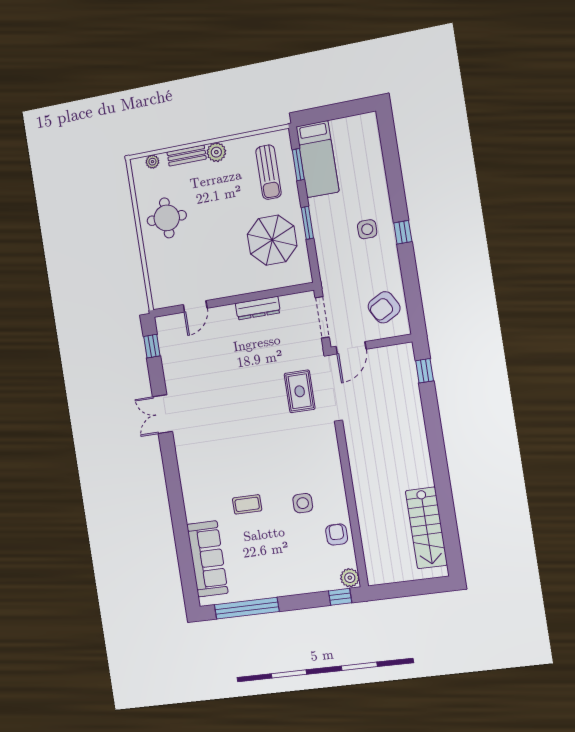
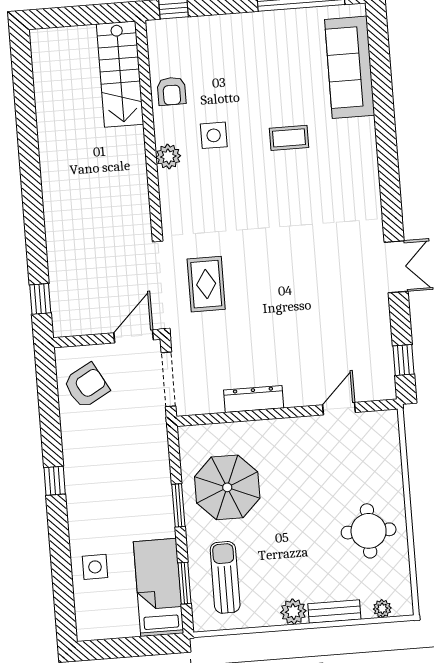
side table: (367, 229) -> (95, 567), moved
stairs: (426, 528) -> (120, 74), moved, turned 180
plant: (350, 578) -> (168, 157), moved

